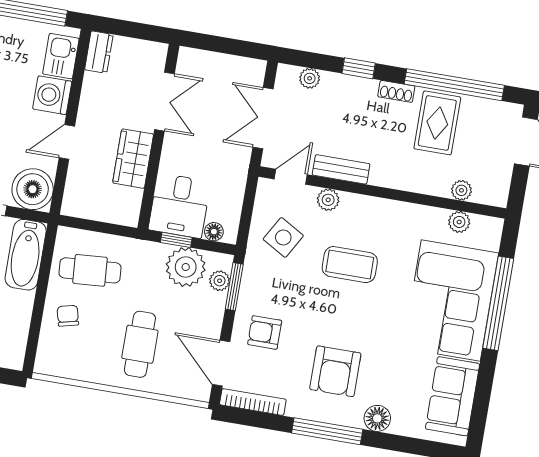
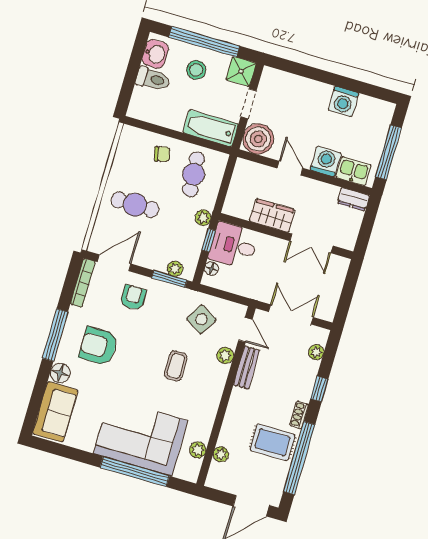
coffee table: (350, 265) -> (176, 366), width x0.73, depth x0.77
plant: (186, 267) -> (203, 218), moved, width x0.53, depth x0.53
sofa: (453, 396) -> (55, 412), moved, turned 90

